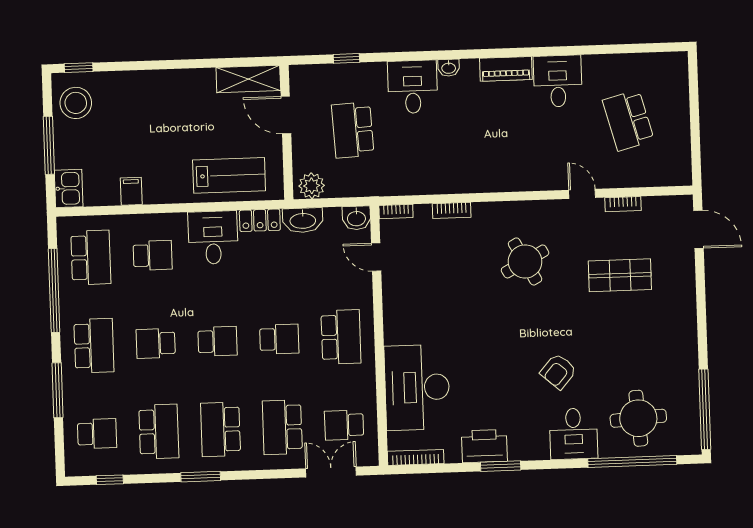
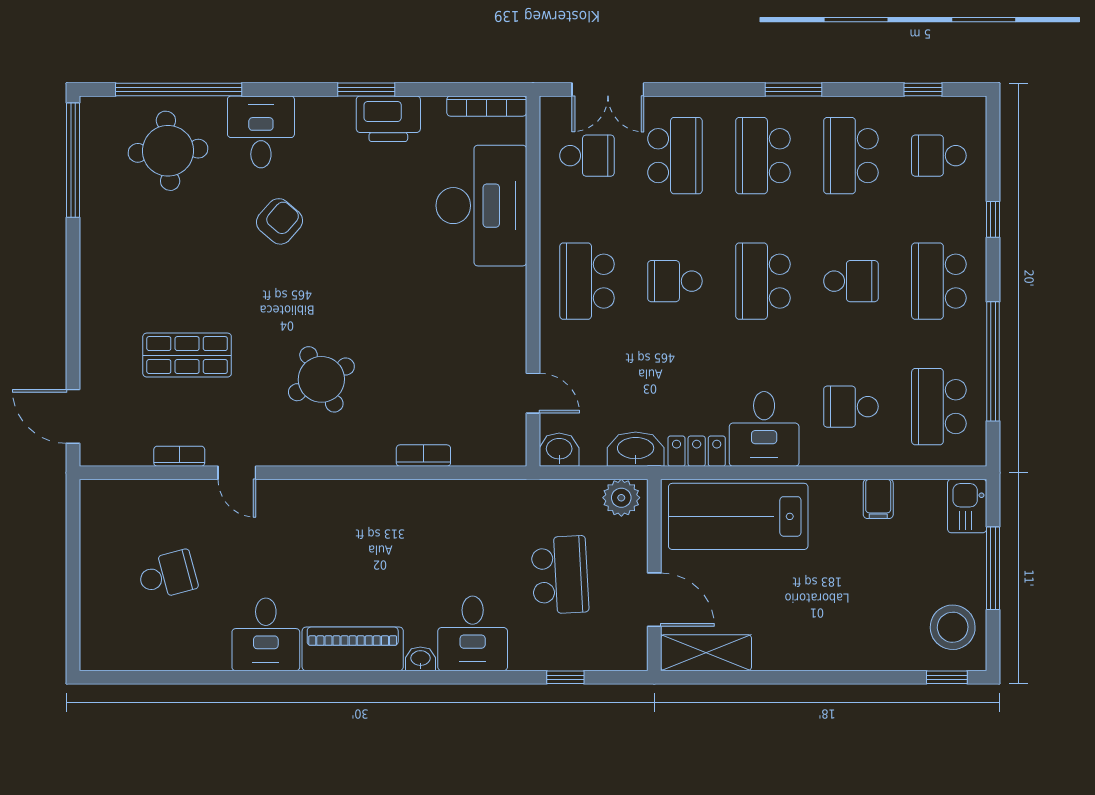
piano: (506, 69) -> (353, 649), width x1.37, depth x1.33
school desk: (628, 120) -> (167, 575), width x0.54
lab bench: (229, 175) -> (738, 516), width x1.36, depth x1.39
bookcase: (396, 212) -> (503, 457), removed
school desk: (217, 341) -> (763, 281), width x1.85
window: (58, 390) -> (993, 219), width x0.46
school desk: (221, 429) -> (763, 156), turned 180

